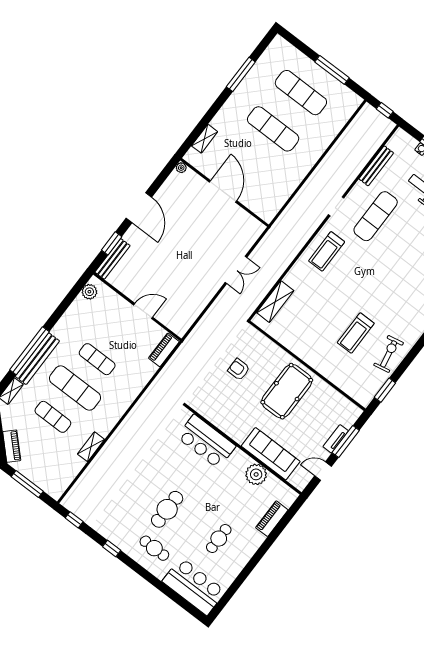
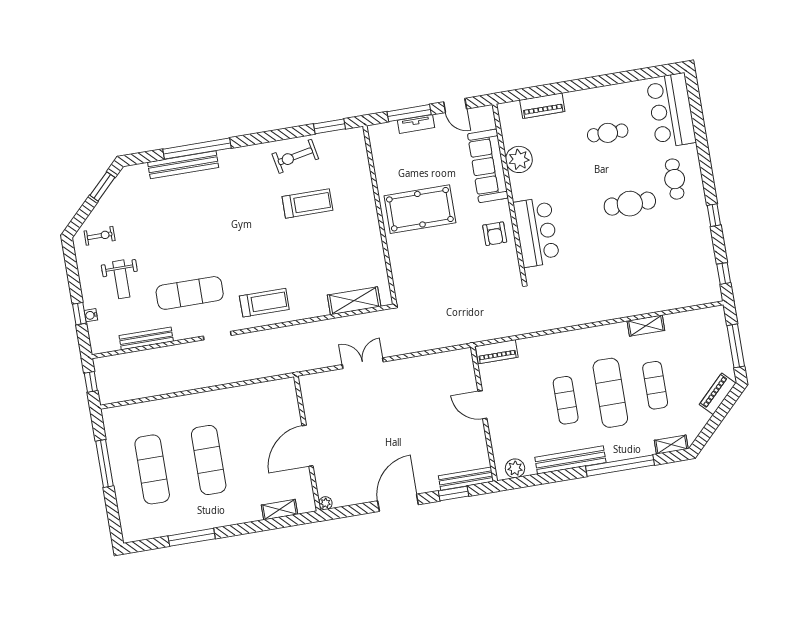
bench: (37, 359) -> (570, 460), moved
armchair: (239, 369) -> (495, 234), moved

